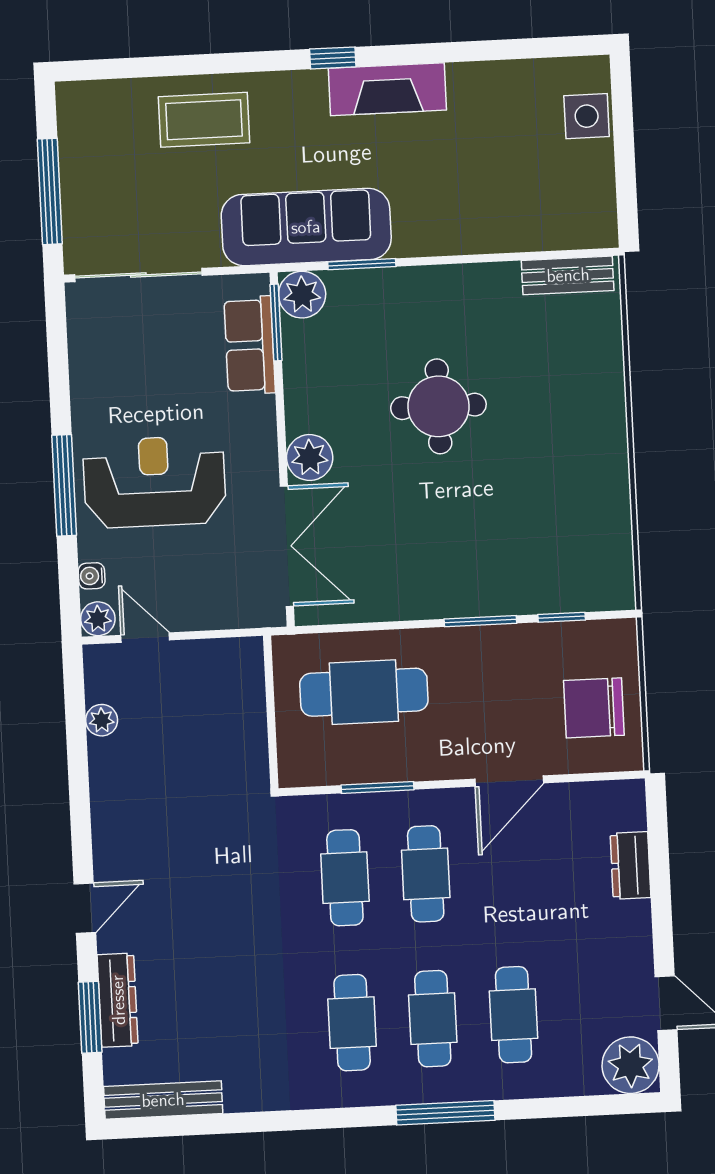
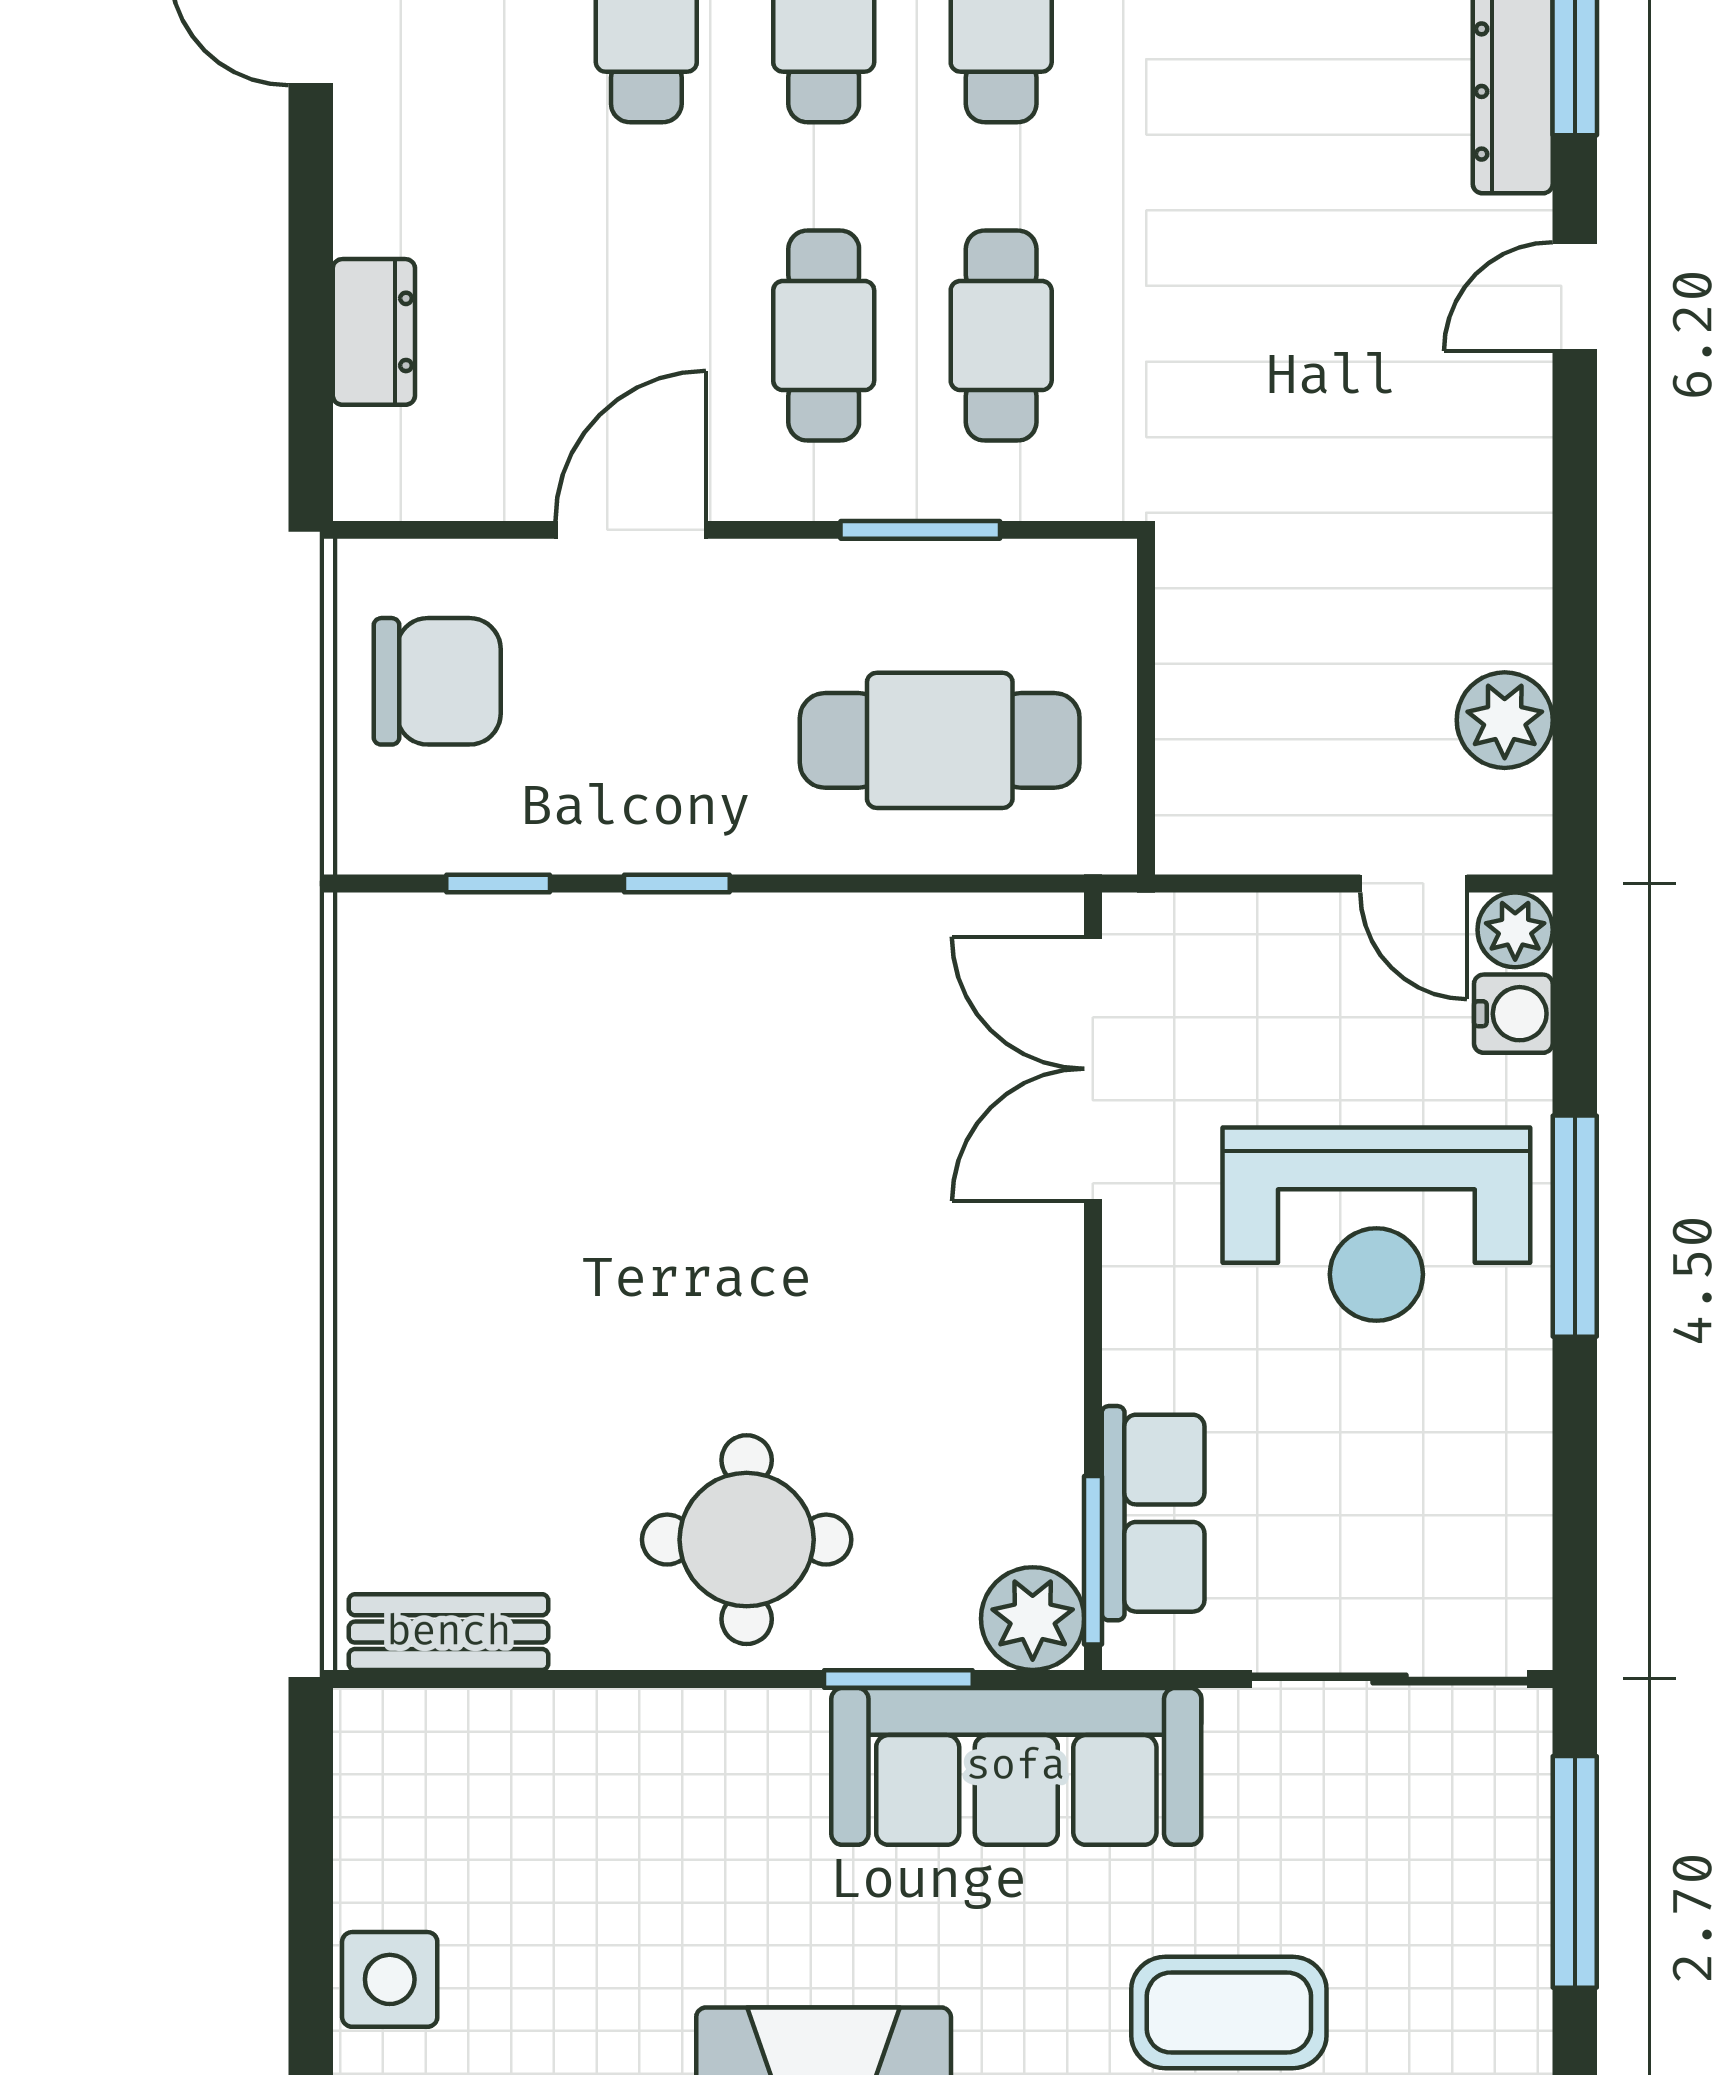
round table: (438, 406) -> (747, 1540), moved
plant: (310, 458) -> (1034, 1261), removed
water cooler: (92, 576) -> (1513, 1014), width x1.38, depth x1.38
window: (480, 621) -> (677, 883), width x0.67
plant: (102, 720) -> (1505, 720), width x1.38, depth x1.38

